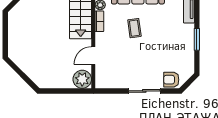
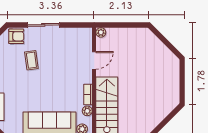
coffee table: (134, 28) -> (31, 60), moved
plant: (82, 79) -> (101, 32), width x0.53, depth x0.53

